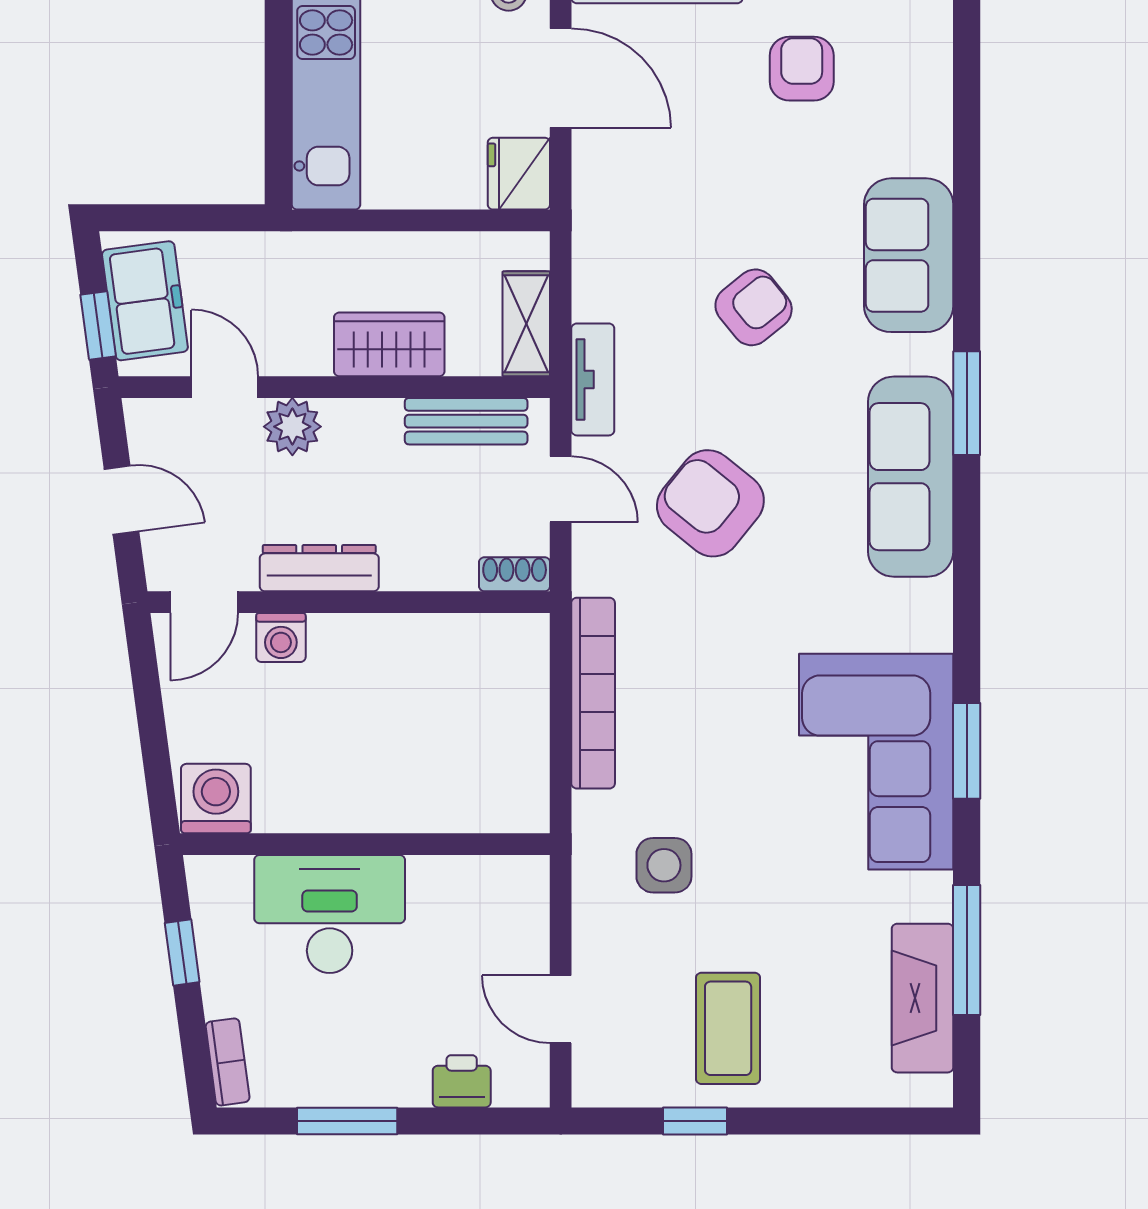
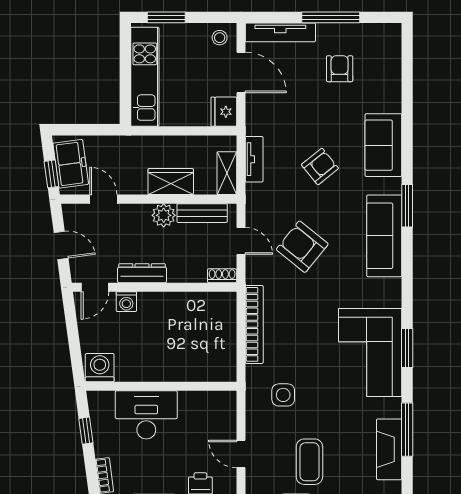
tv unit: (593, 379) -> (254, 159), moved
plant: (292, 427) -> (164, 215), moved

